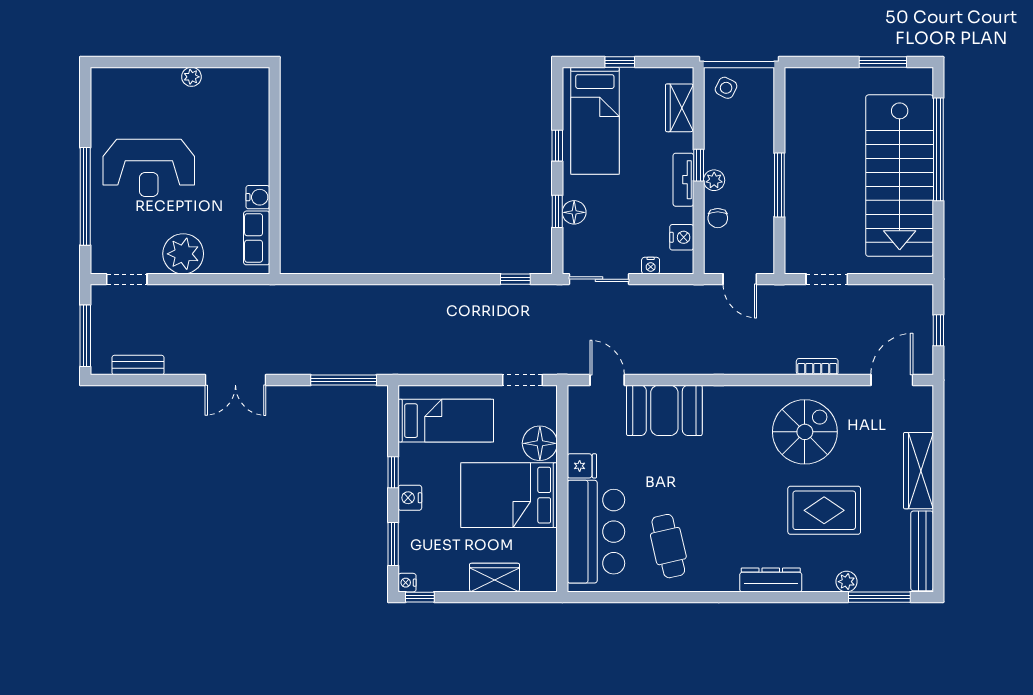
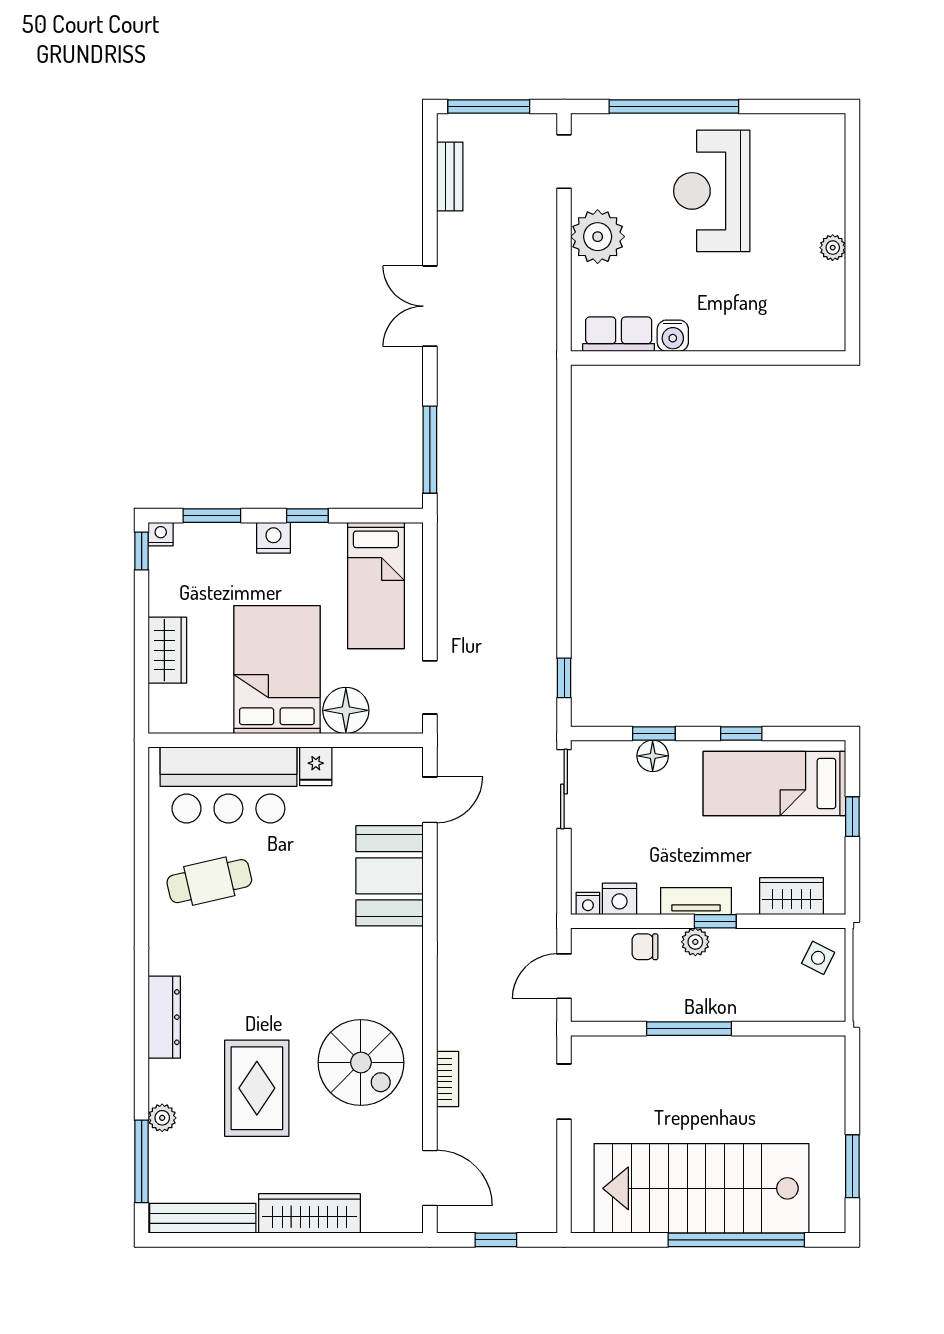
nightstand: (651, 266) -> (588, 903), moved, turned -90

